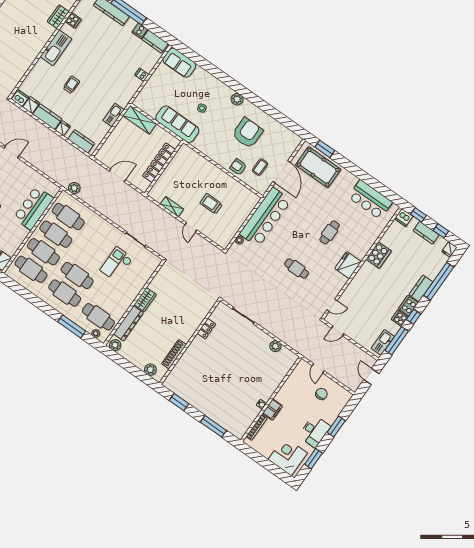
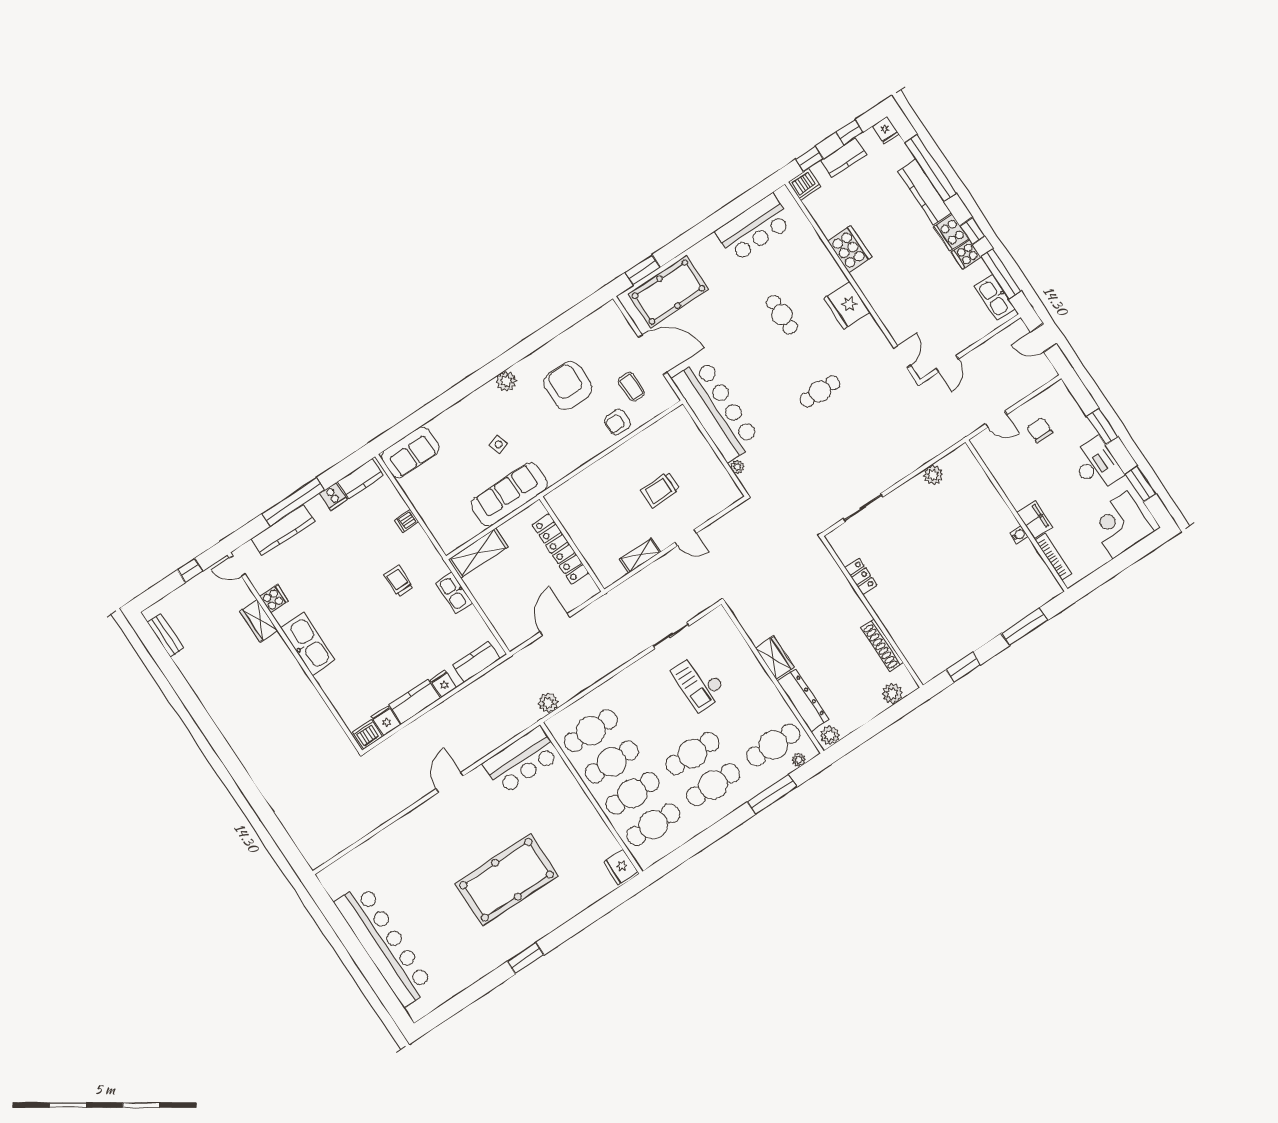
trolley: (71, 85) -> (399, 581), moved
bar counter: (33, 208) -> (522, 760), moved, turned -90
kitchen counter: (421, 288) -> (925, 192), width x1.50

